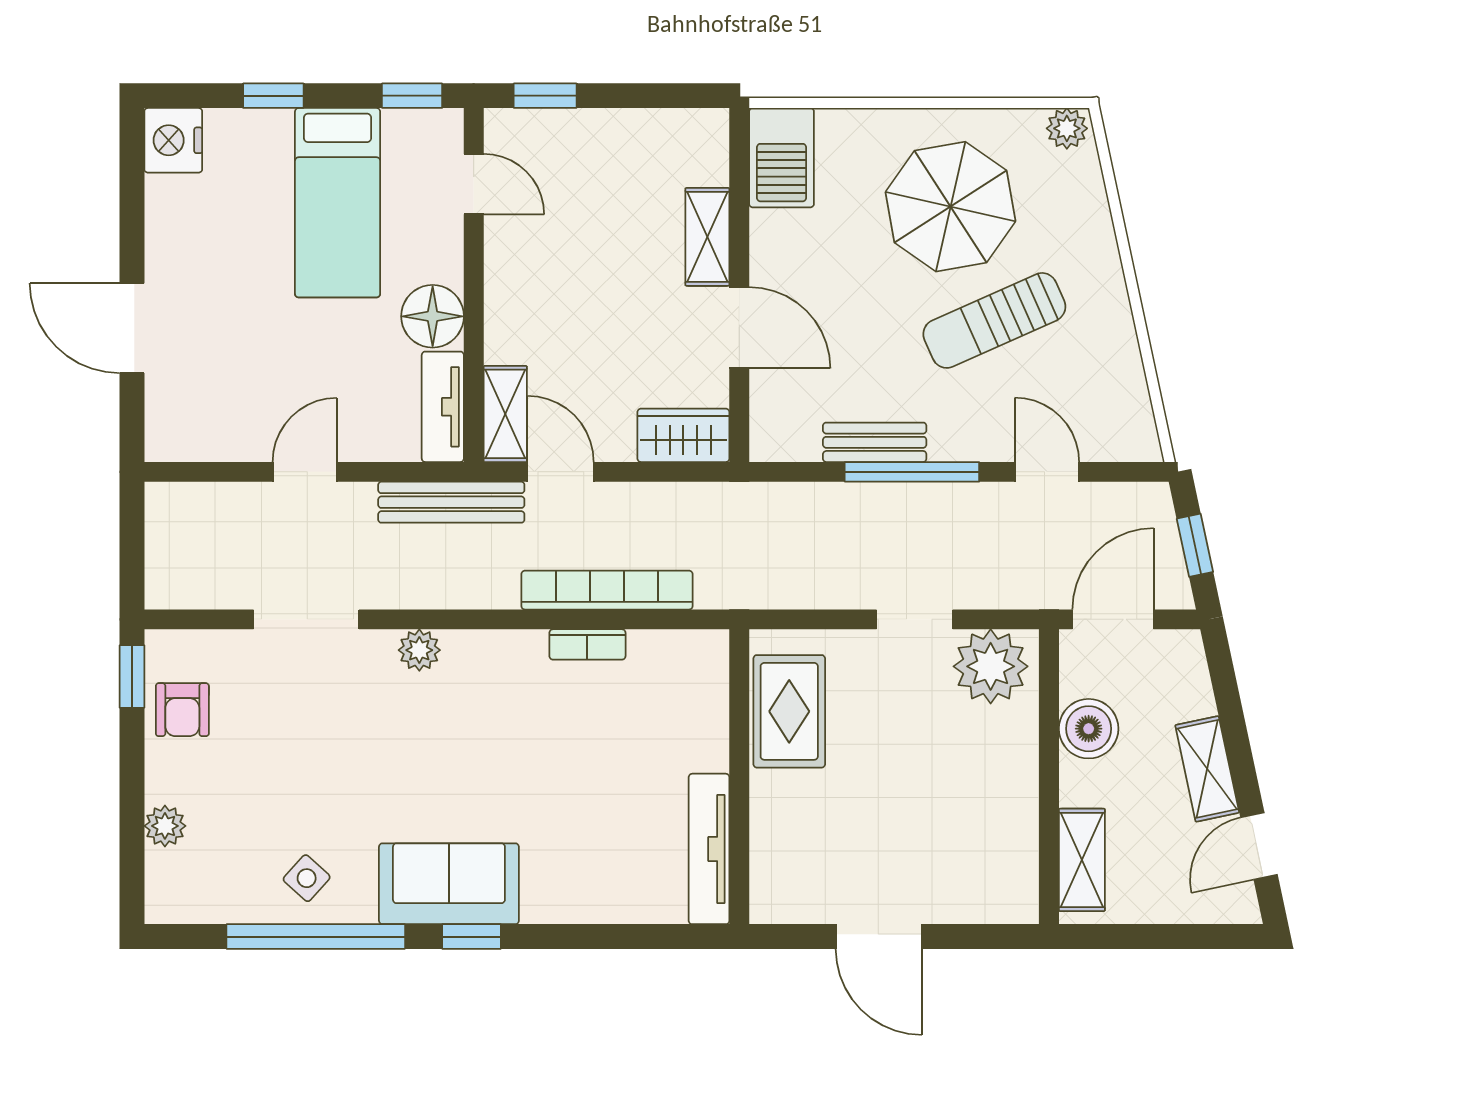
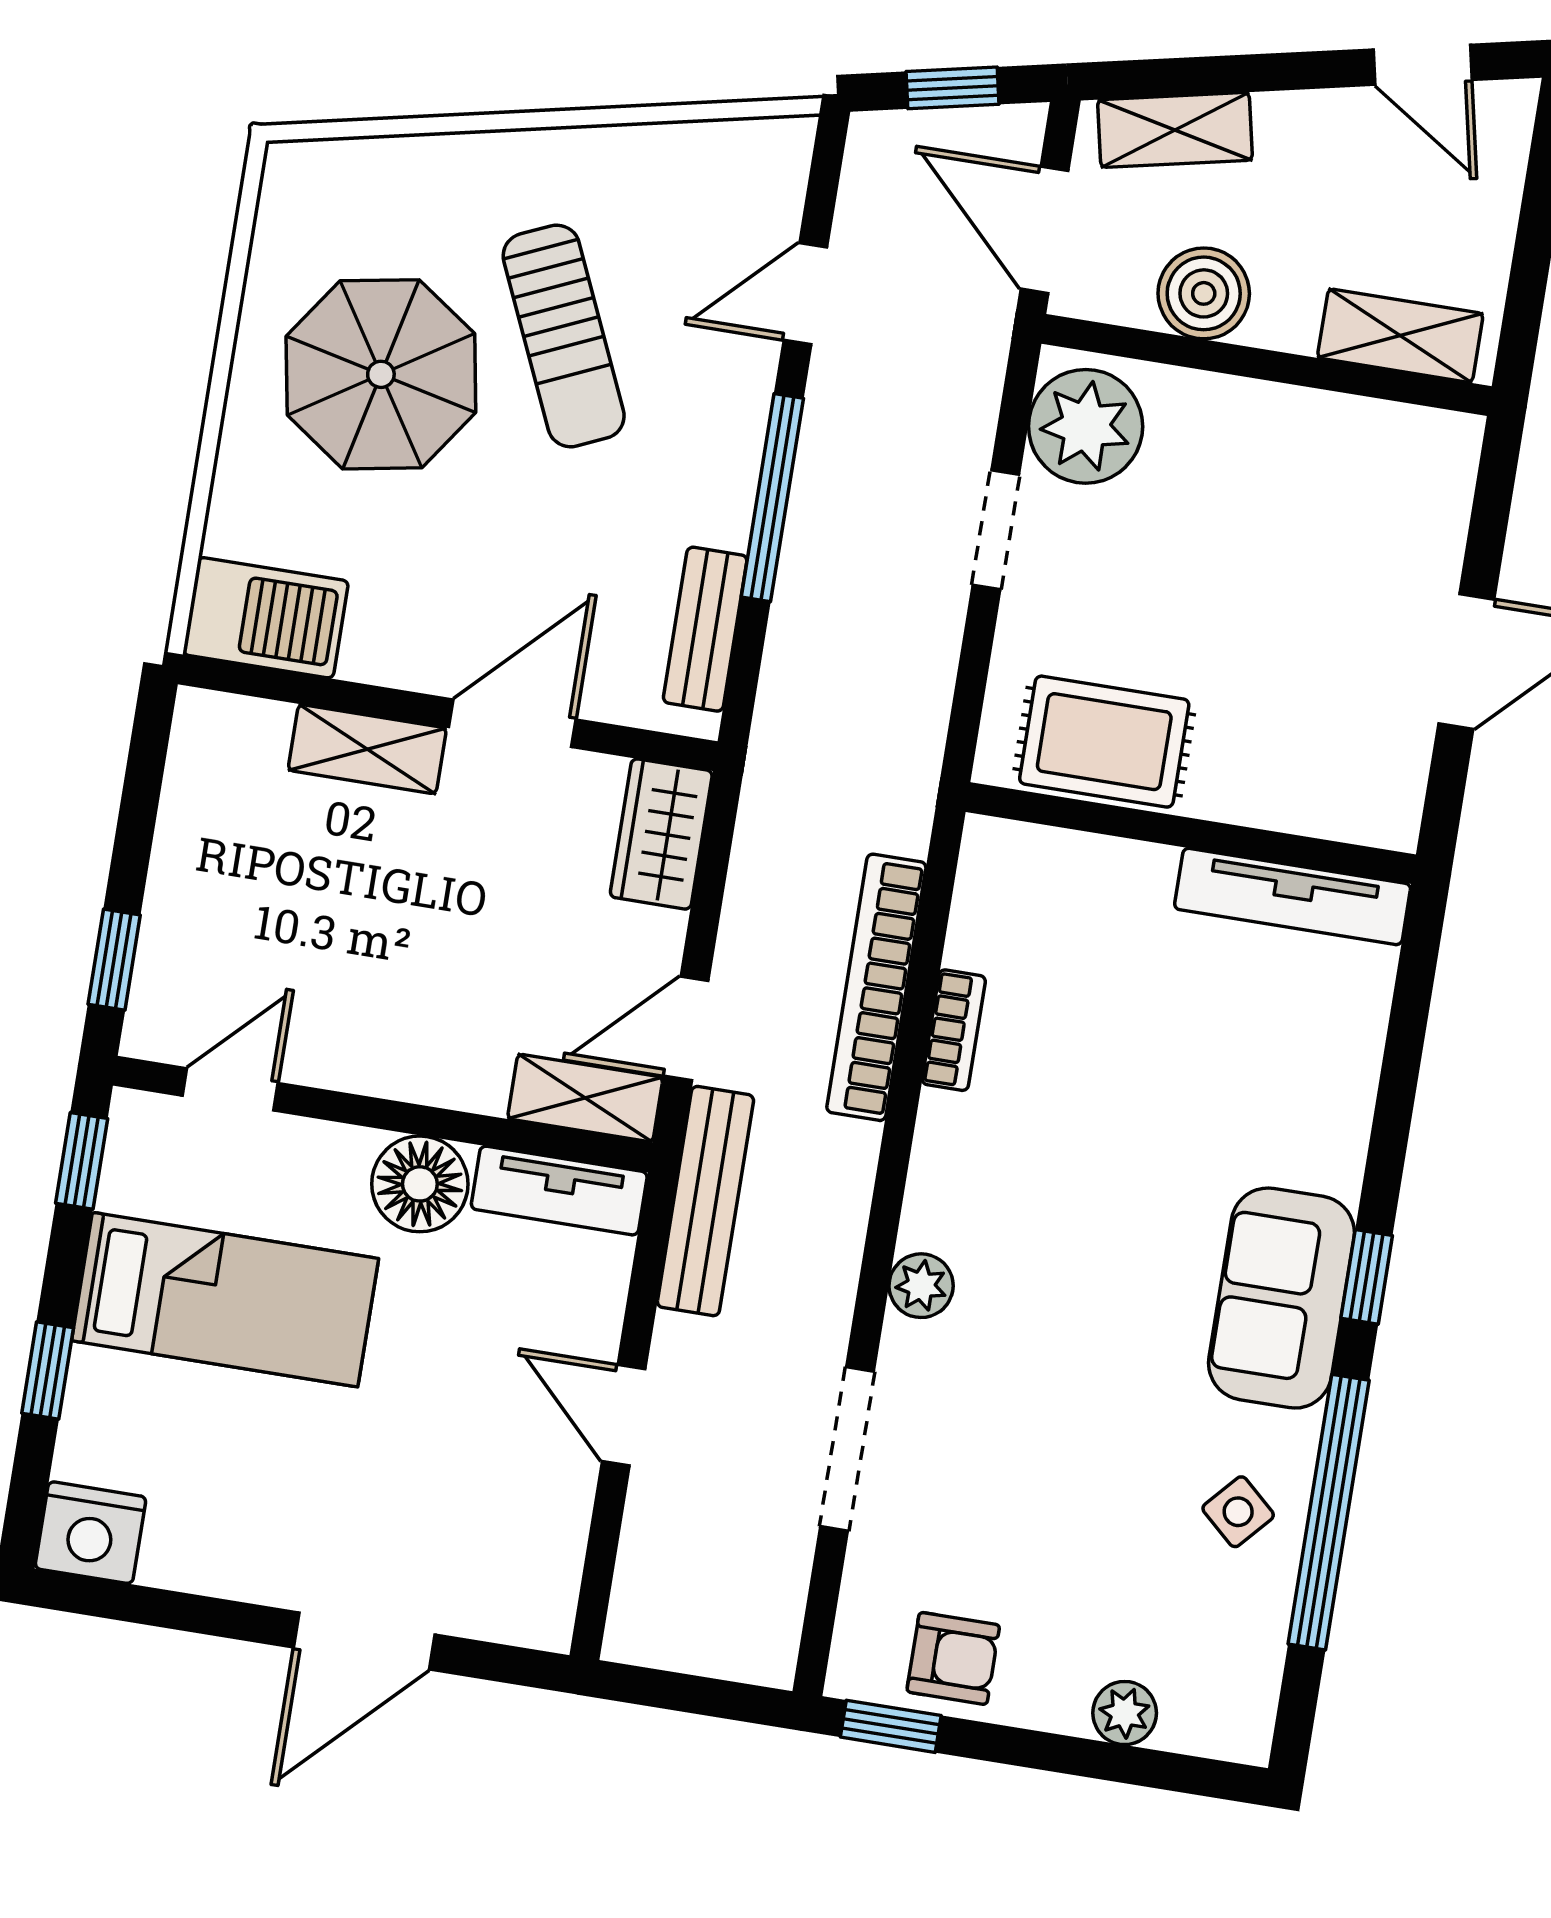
plant: (1067, 128) -> (291, 179), removed
bench: (875, 442) -> (705, 629), moved
shelving: (1207, 769) -> (1175, 130), moved

